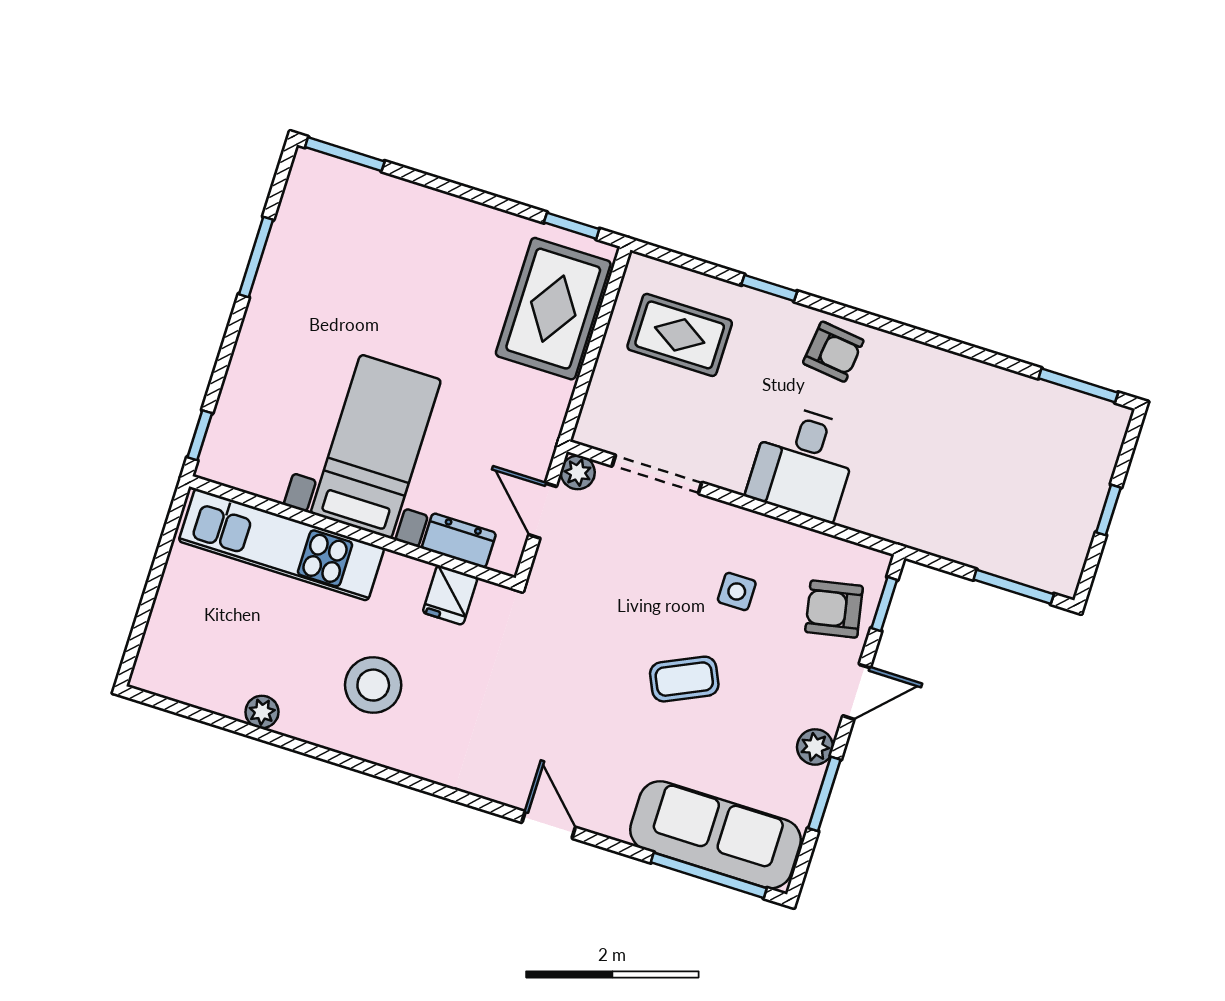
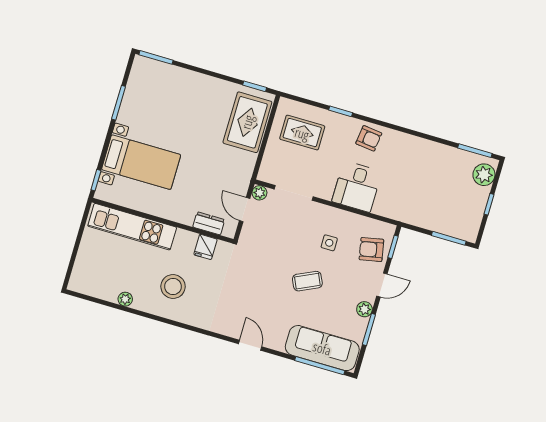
plant: (1098, 441) -> (484, 175), added
bed with nightstands: (376, 447) -> (141, 162), moved, turned 90

